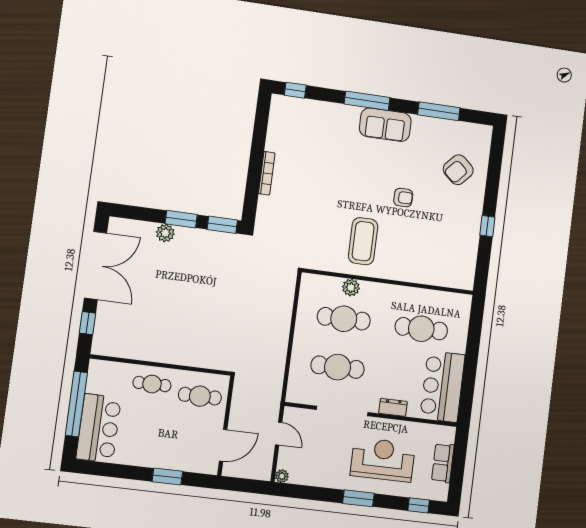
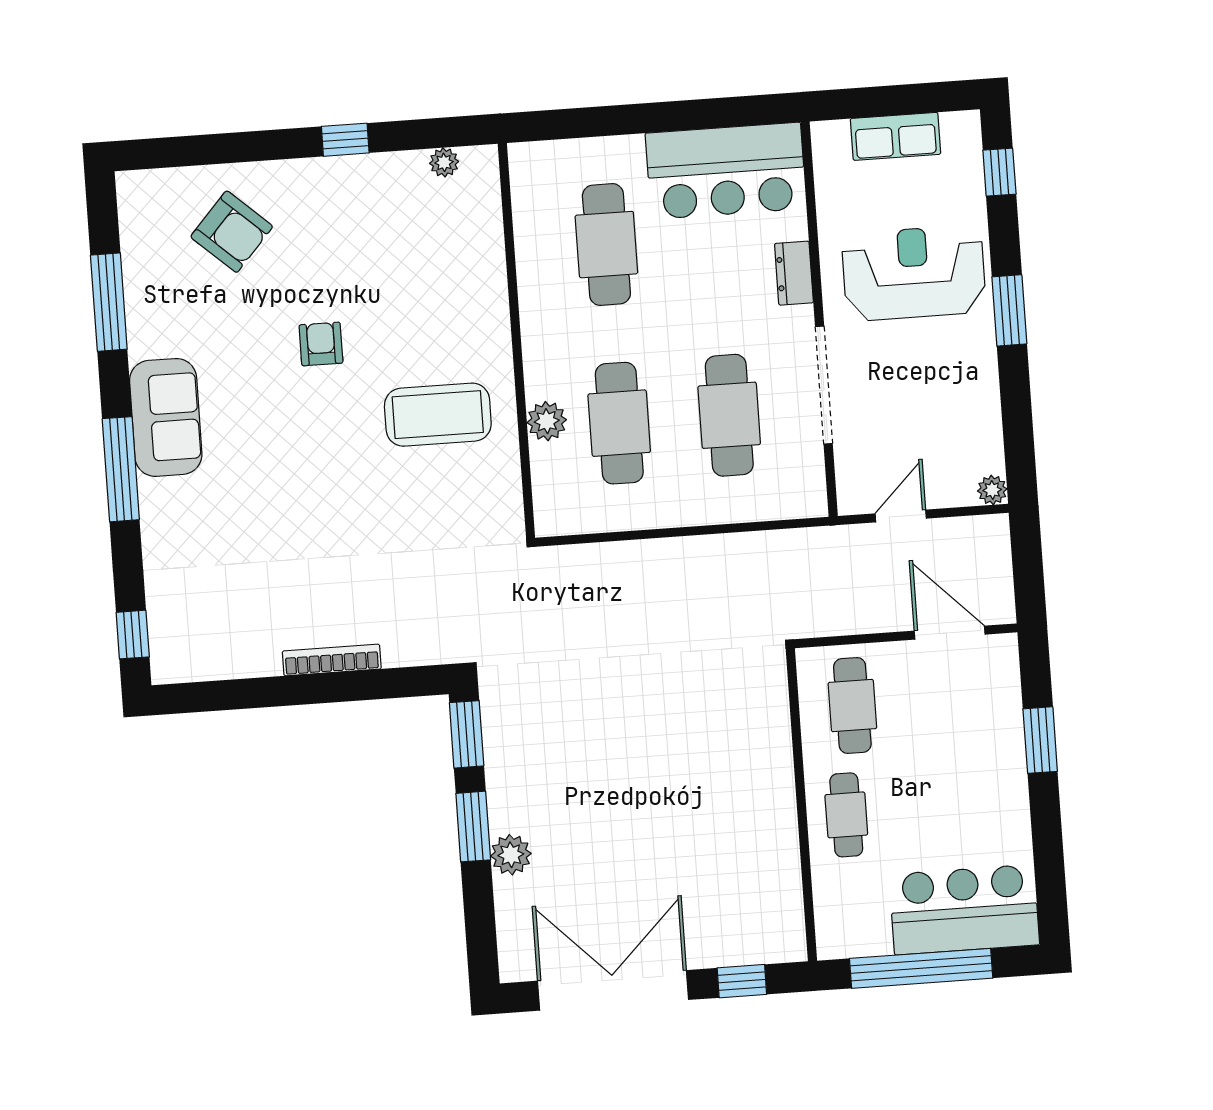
plant: (470, 266) -> (444, 162), added
reception desk: (383, 460) -> (914, 273), turned 90

